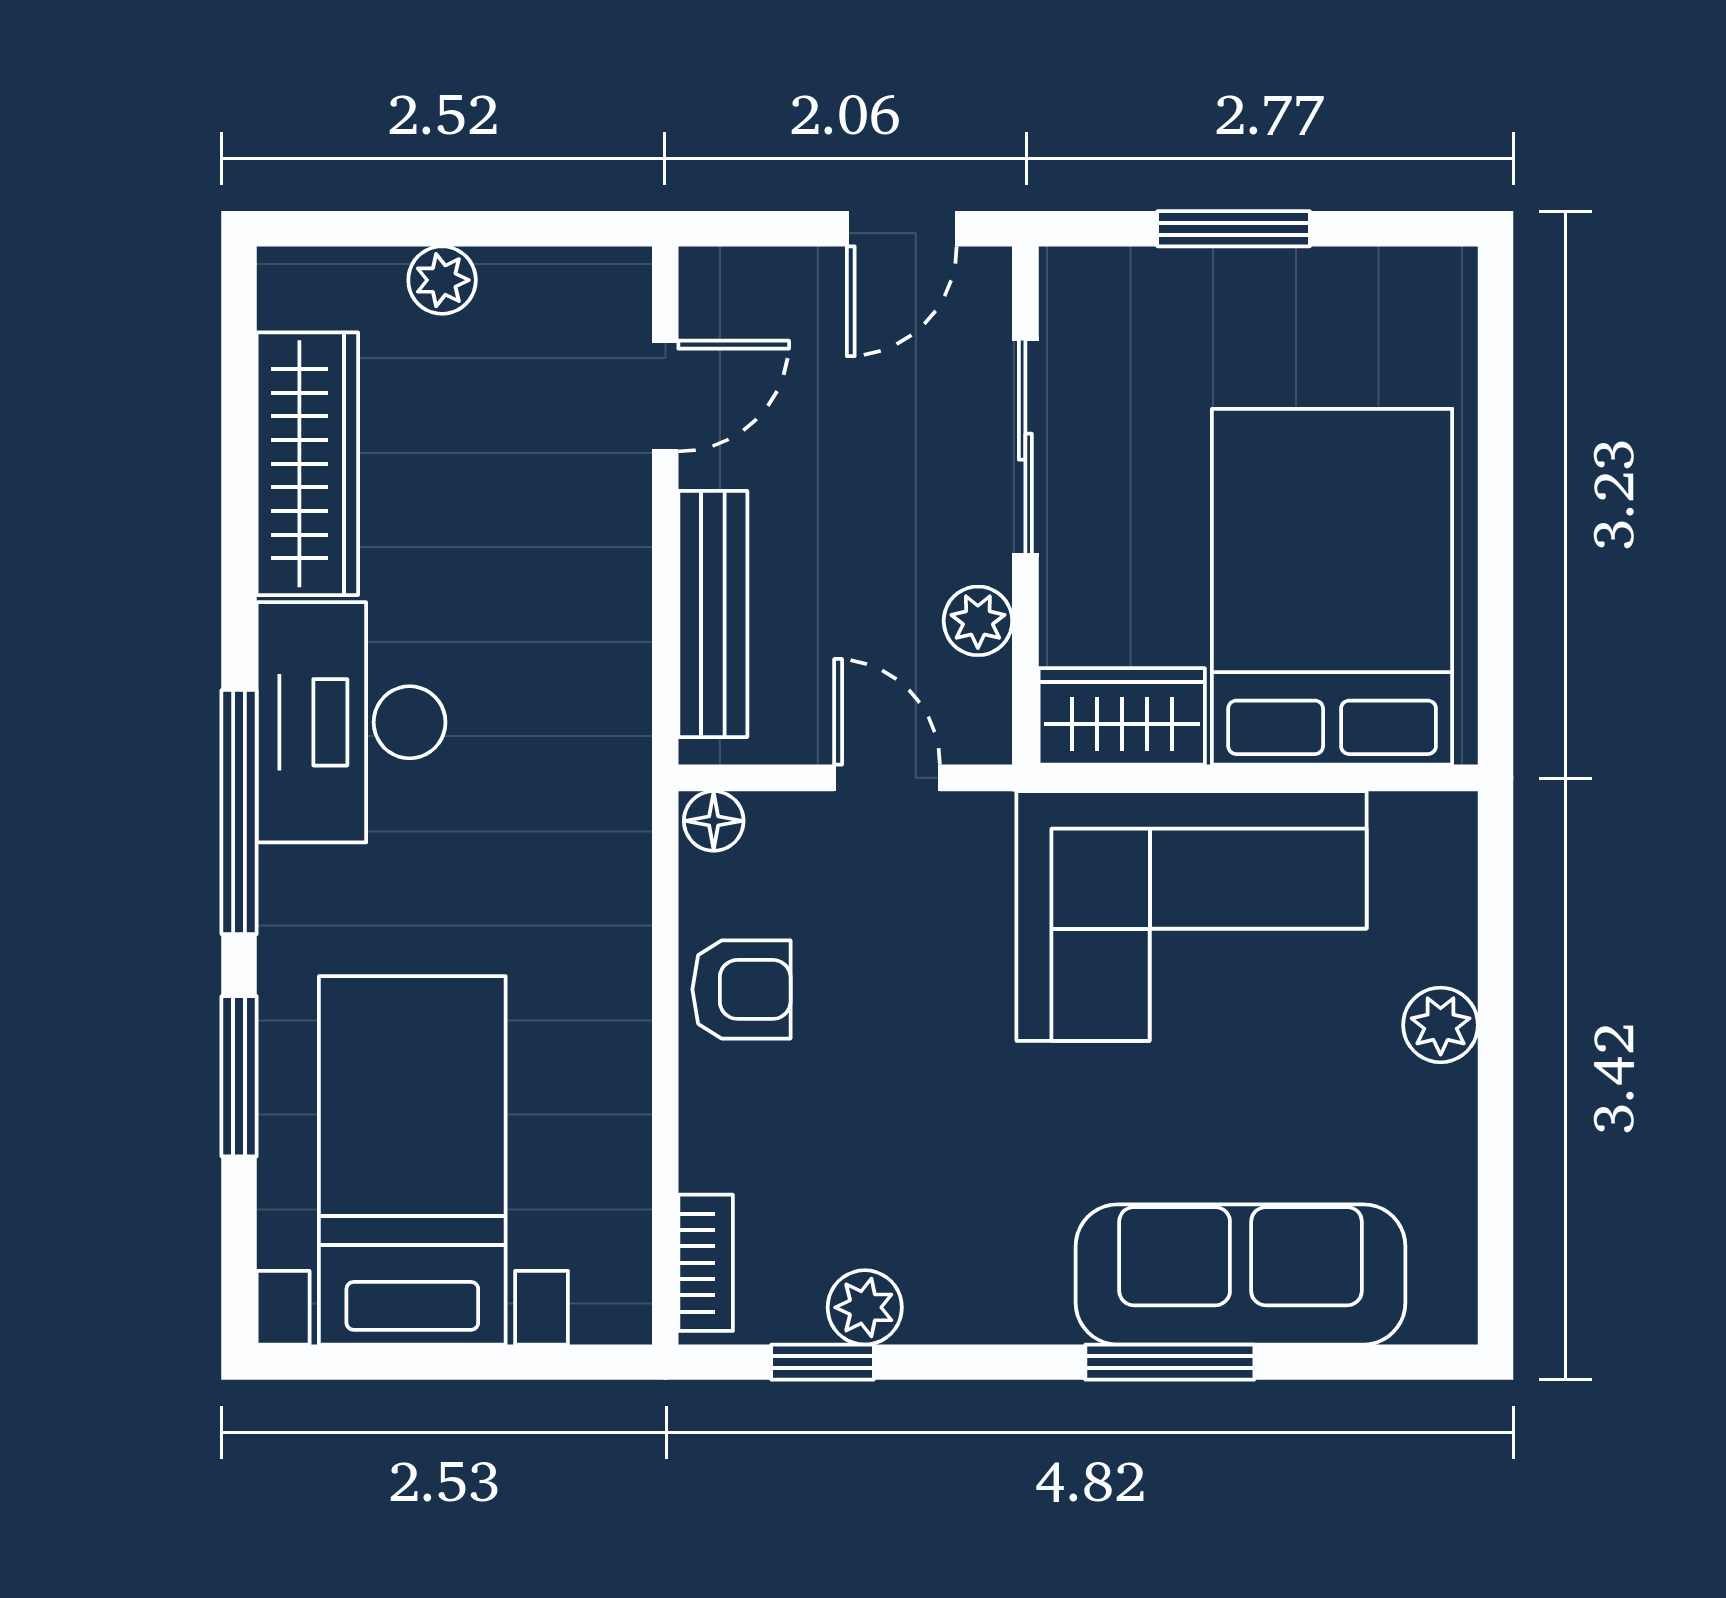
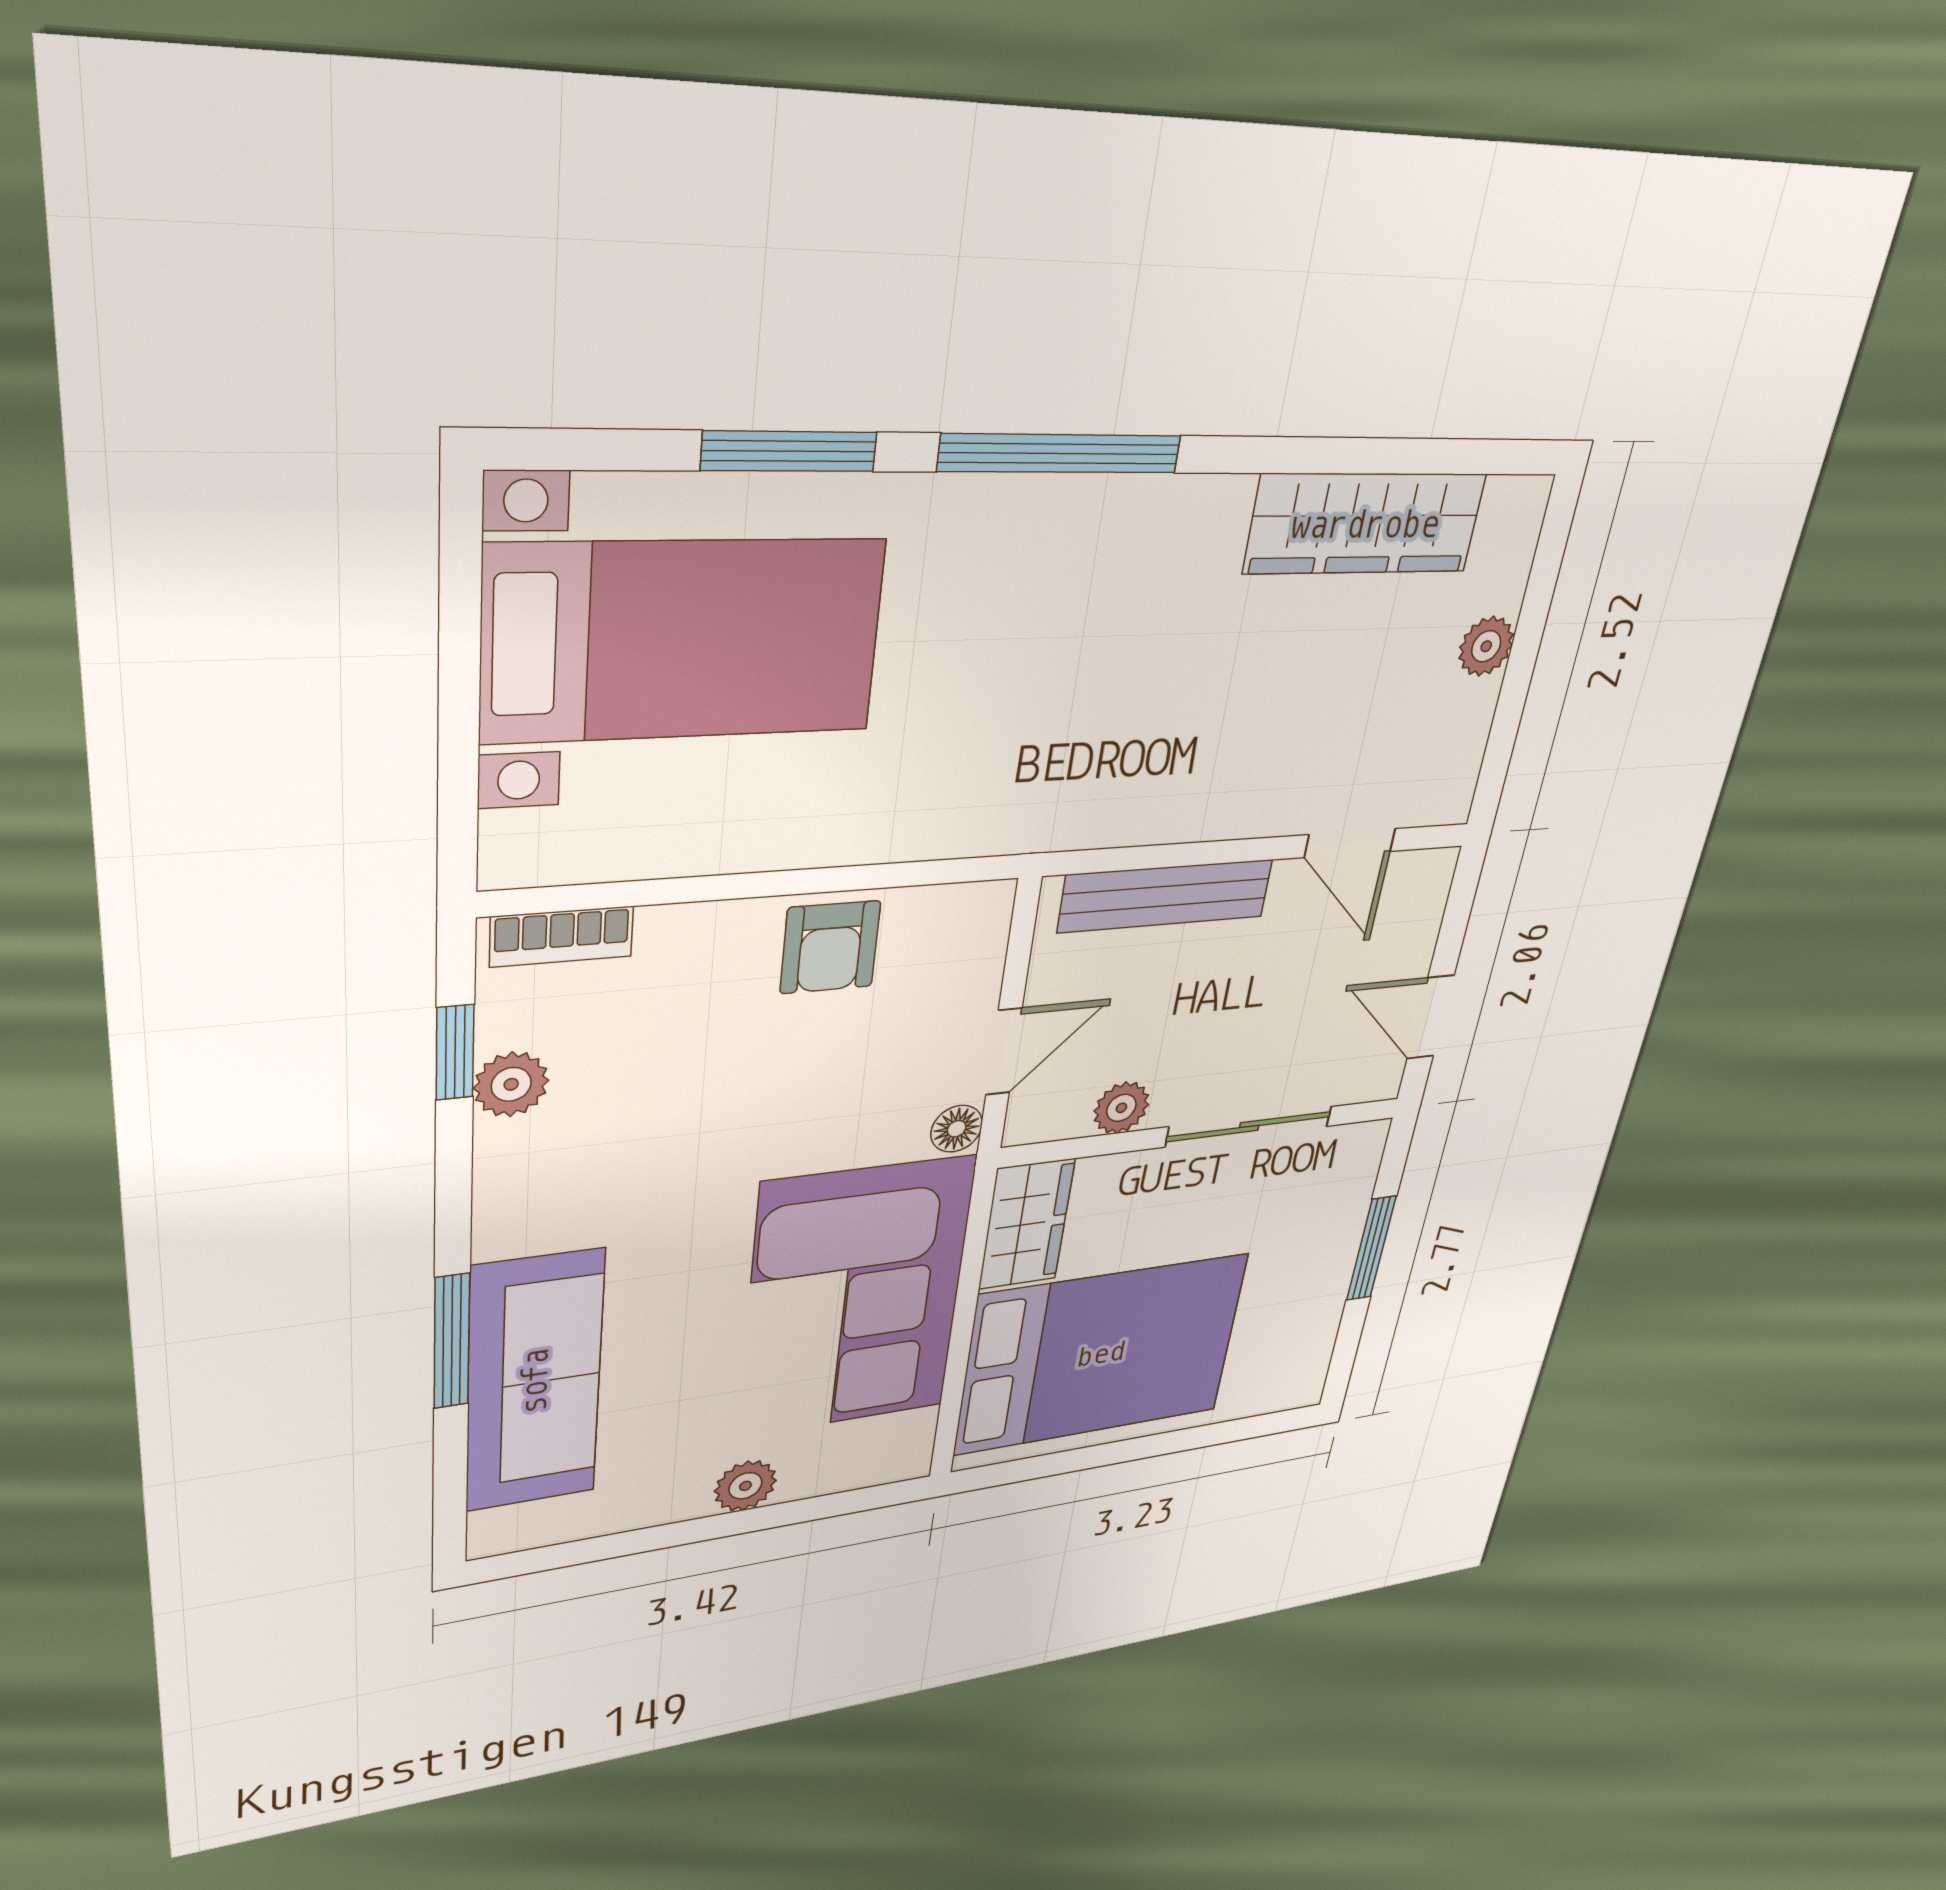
desk: (351, 722) -> (1128, 569), removed
floor lamp: (714, 821) -> (957, 1129), moved

